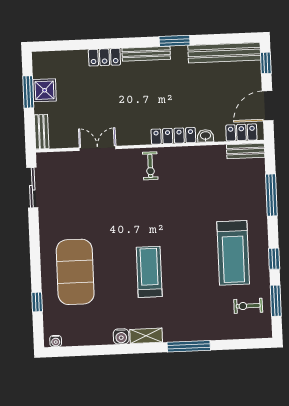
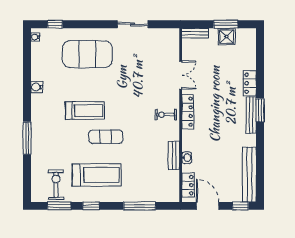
window: (175, 41) -> (260, 110), moved
locker: (173, 136) -> (188, 112), moved
bench: (246, 151) -> (174, 156), moved
sliding door: (32, 188) -> (133, 24), moved
exercise mat: (182, 243) -> (106, 137), added
treadmill: (233, 253) -> (97, 175), turned 180
window: (37, 302) -> (55, 24), moved
exercise bike: (248, 306) -> (56, 185), width x1.38, depth x1.39
shelving: (146, 336) -> (36, 106), removed

